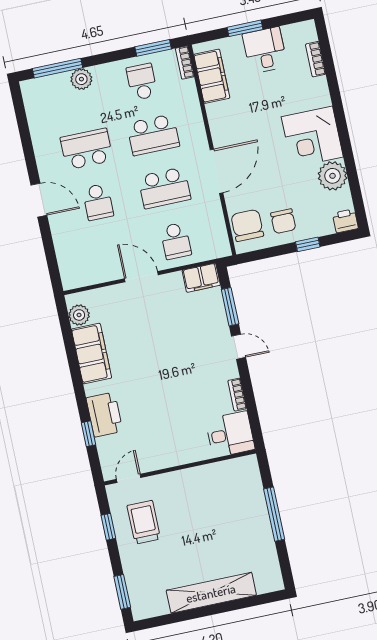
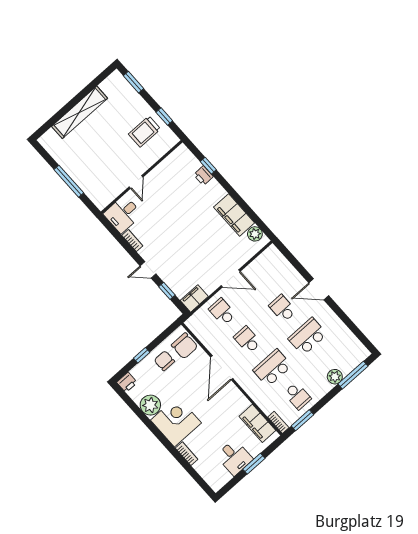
bookcase: (316, 59) -> (187, 454), moved
school desk: (87, 149) -> (308, 336), turned 180
school desk: (164, 188) -> (247, 340), width x0.54
window: (230, 307) -> (167, 291), width x0.67
printer: (104, 415) -> (203, 176), width x0.53, depth x0.68
door: (129, 478) -> (136, 182), moved
trolley: (144, 522) -> (145, 131), turned 90

